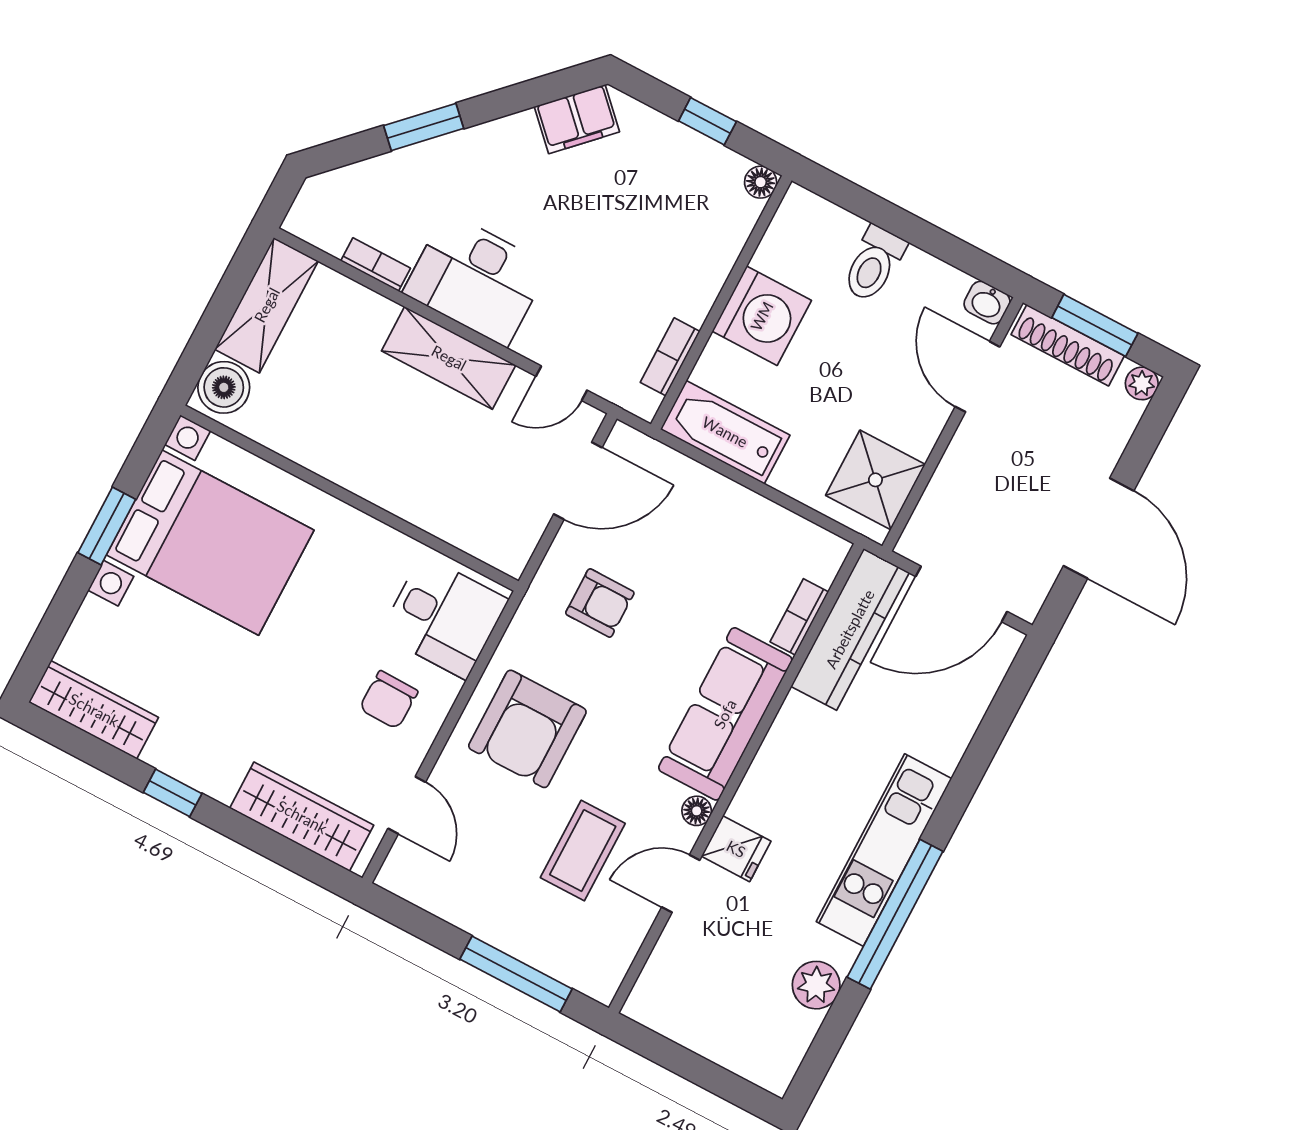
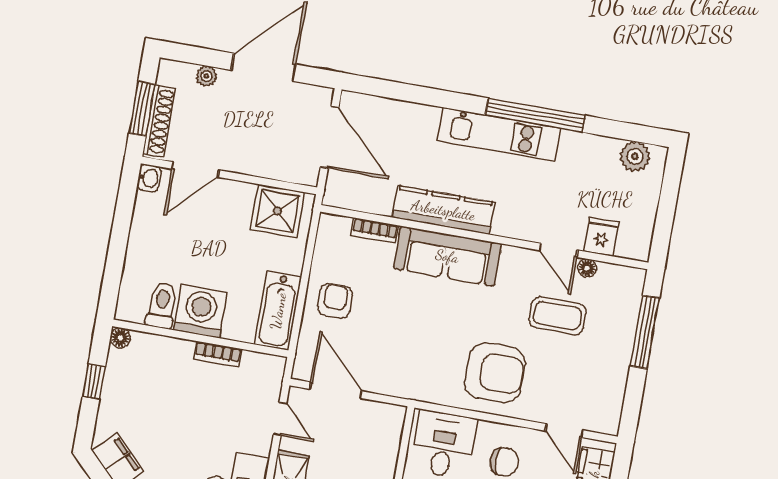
toilet: (874, 264) -> (162, 305), moved, turned -90
bookcase: (670, 357) -> (218, 354), moved
plant: (1142, 383) -> (206, 76), moved
armchair: (600, 603) -> (335, 301), moved
kitchen counter: (850, 629) -> (443, 210), moved
door: (407, 805) -> (564, 431), swing flipped
floor lamp: (697, 811) -> (587, 268), moved
fridge: (736, 849) -> (601, 237), moved
plant: (816, 985) -> (635, 156), moved

